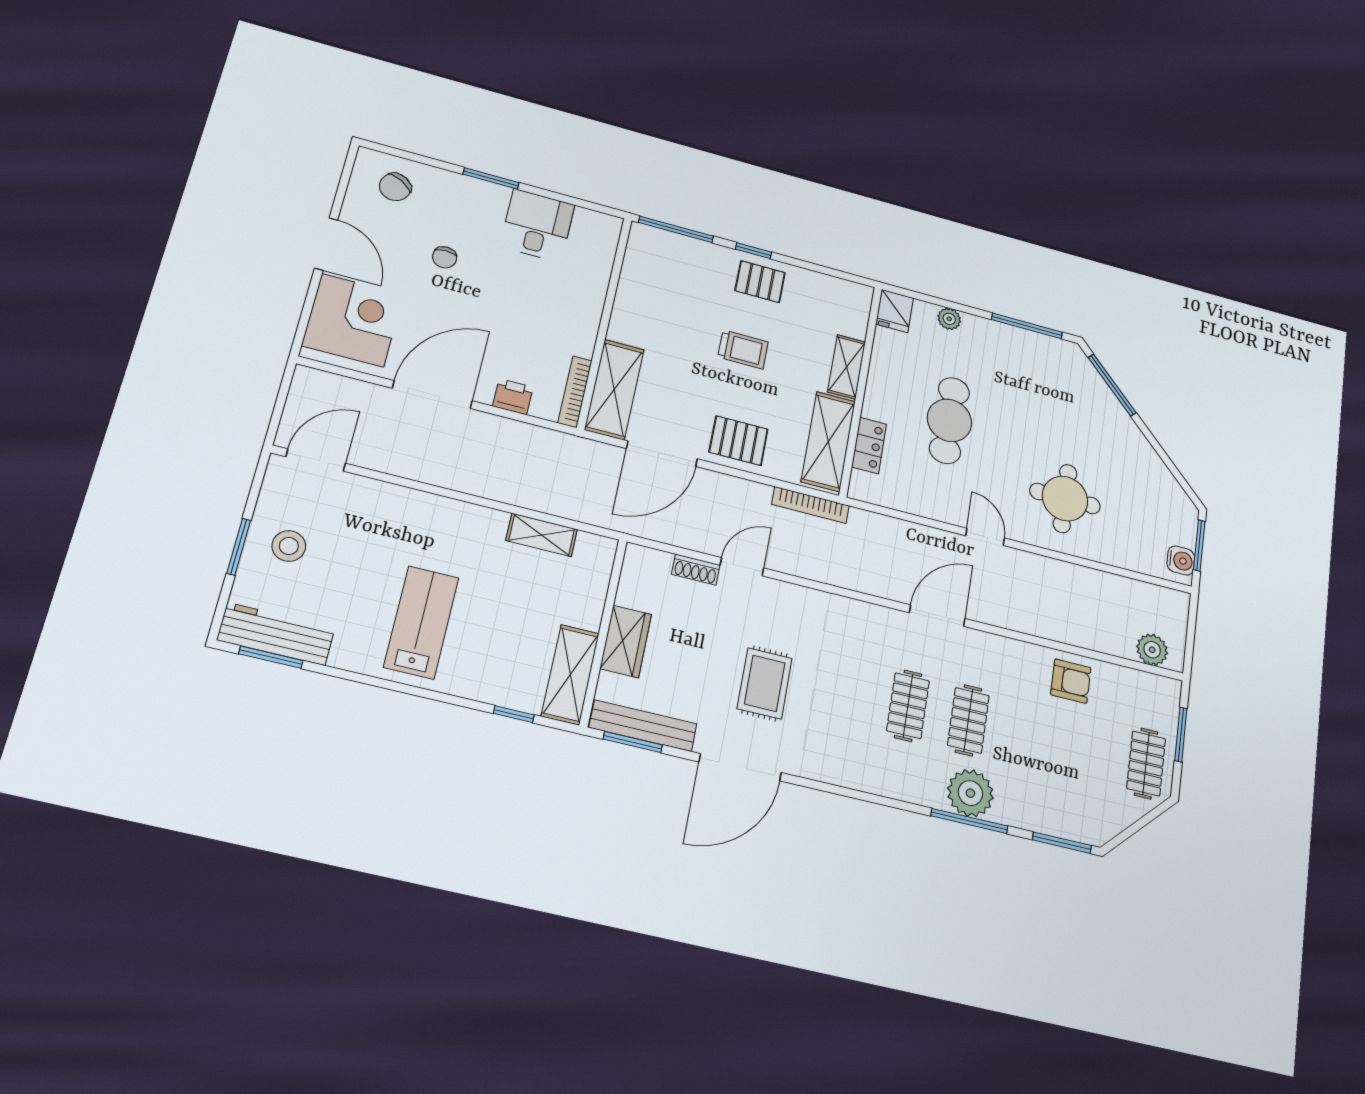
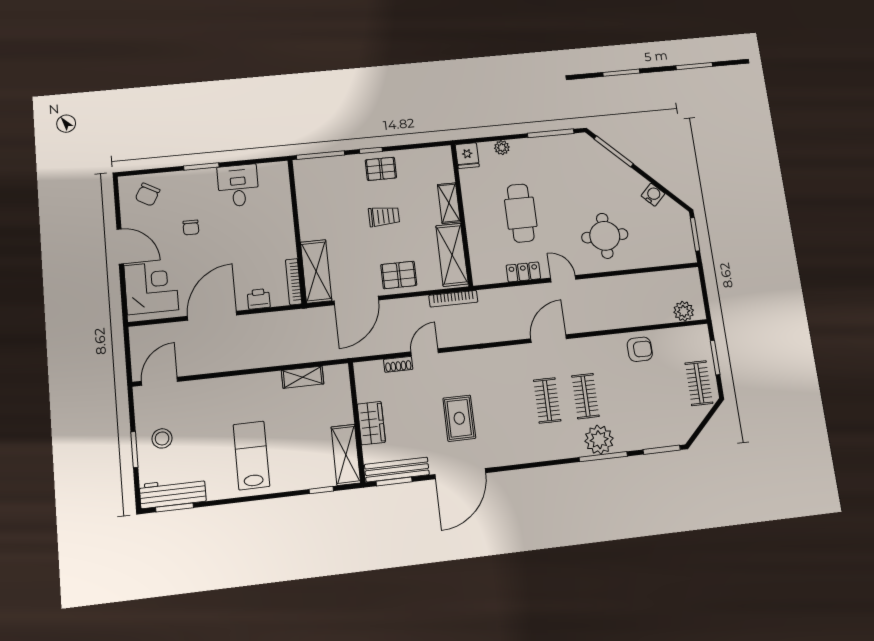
locker: (869, 445) -> (523, 272), moved, turned -90
water cooler: (1181, 561) -> (653, 195), moved, turned -45

